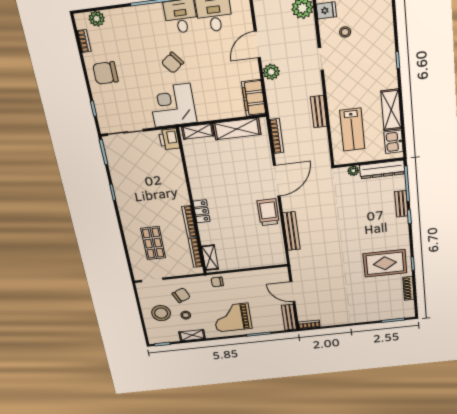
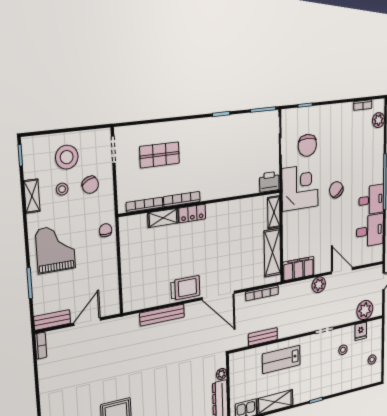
chair: (105, 73) -> (307, 145), moved, turned 180
bench: (319, 112) -> (263, 337), moved
lab bench: (352, 130) -> (281, 359), moved
shelving: (210, 258) -> (163, 218), moved

